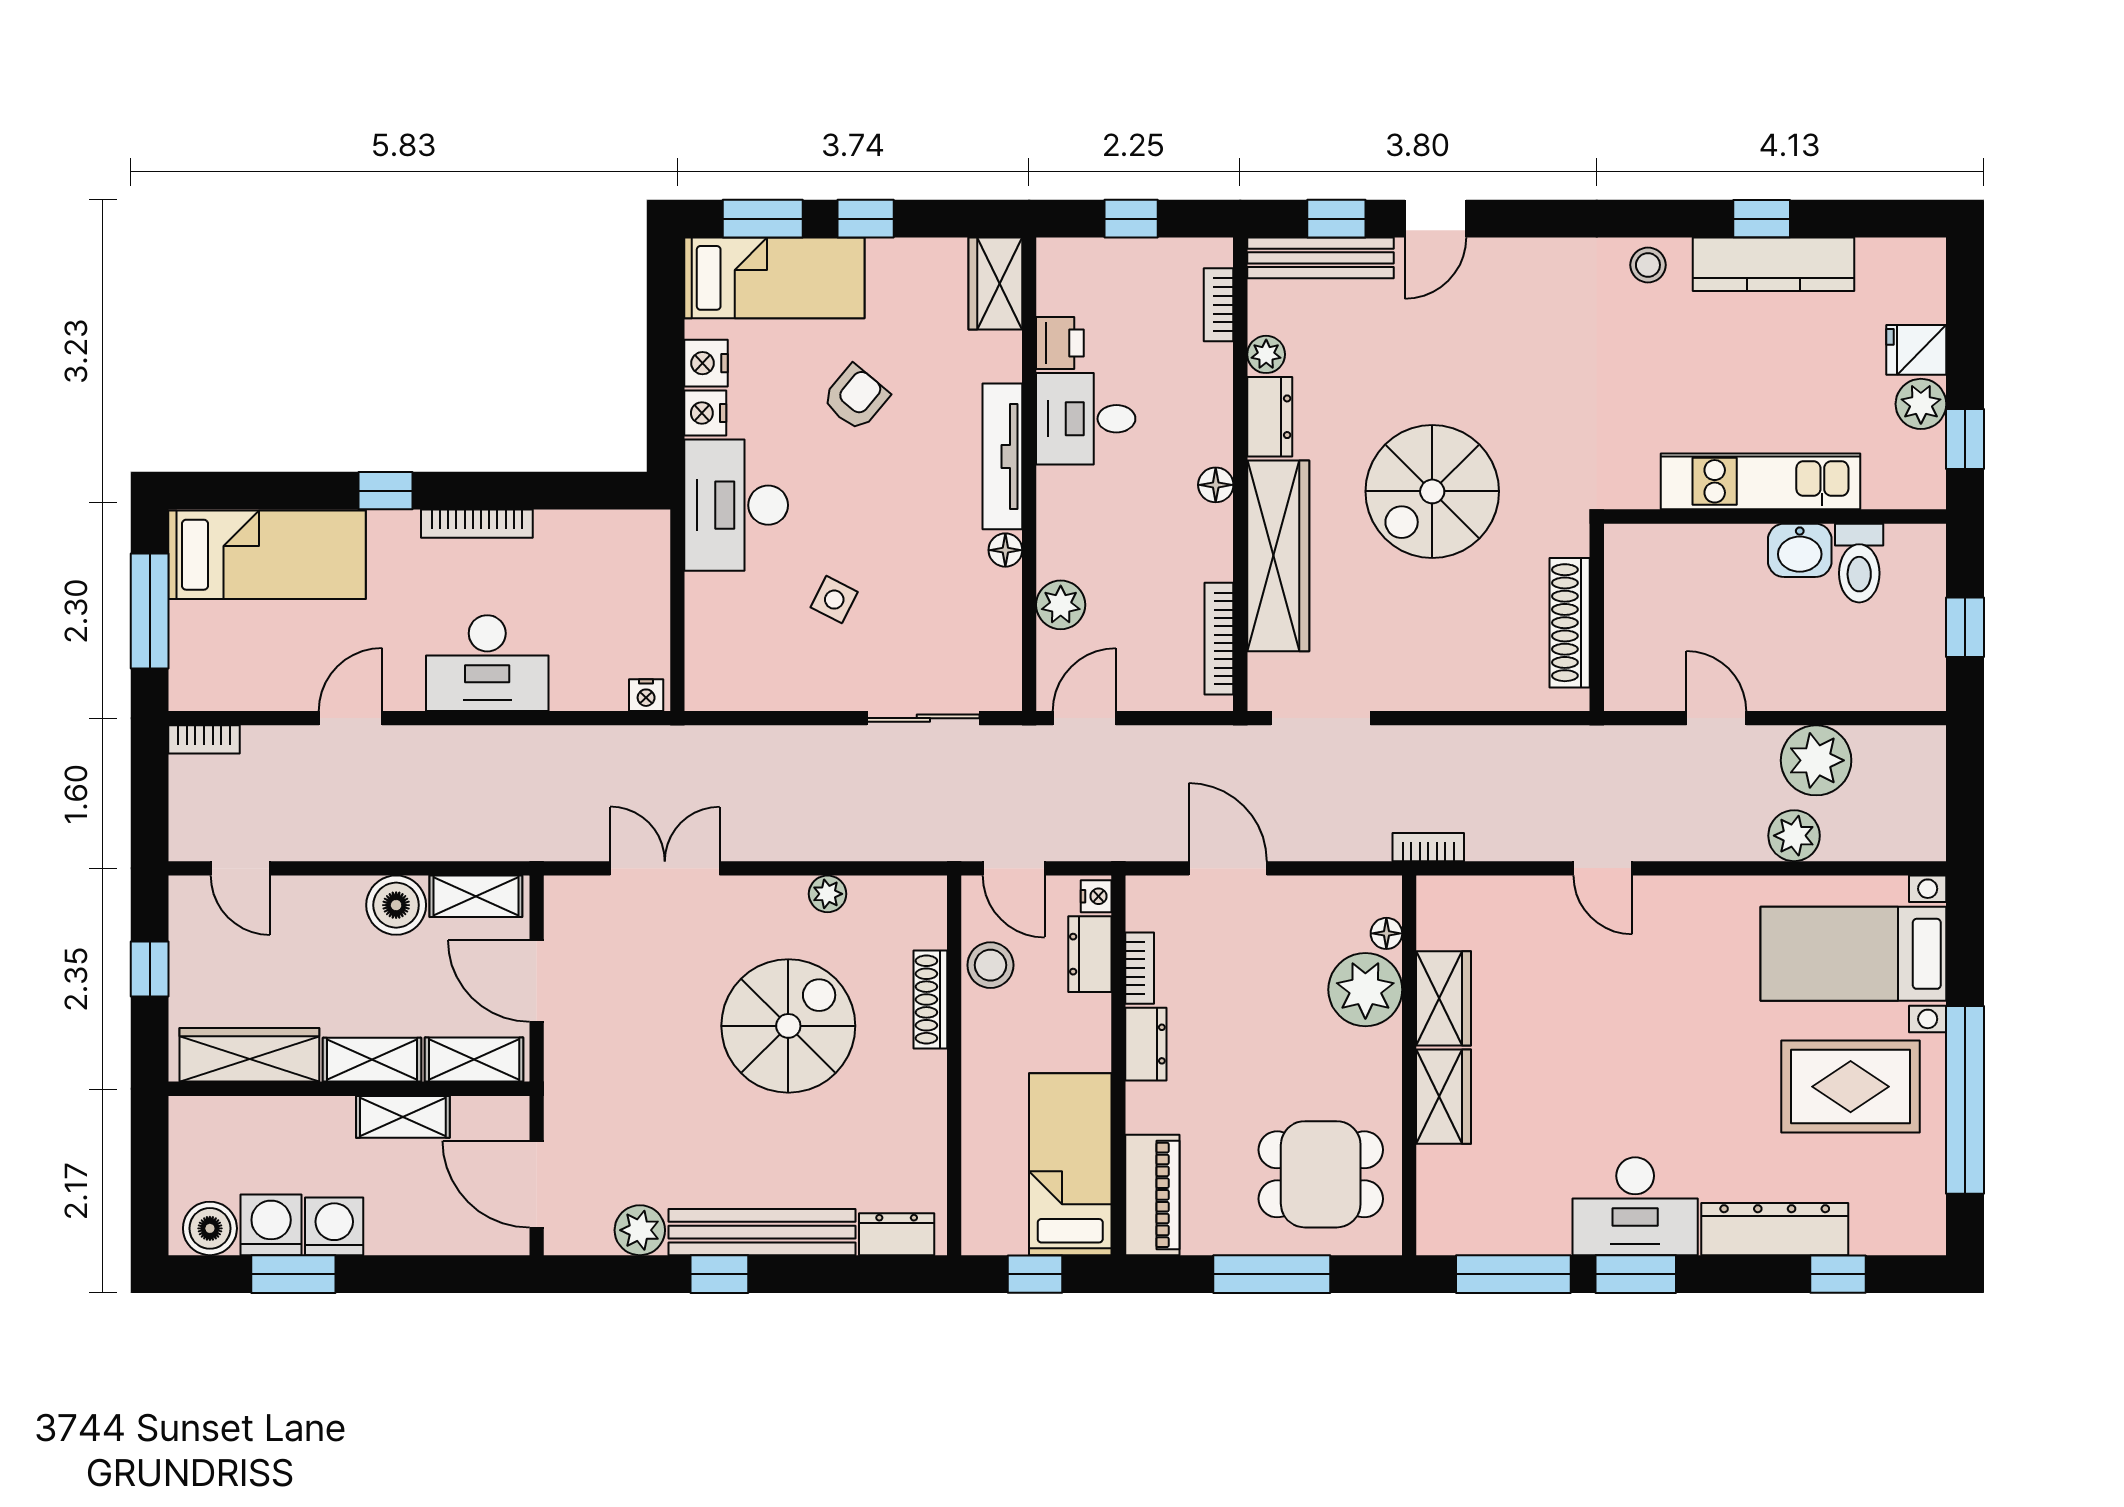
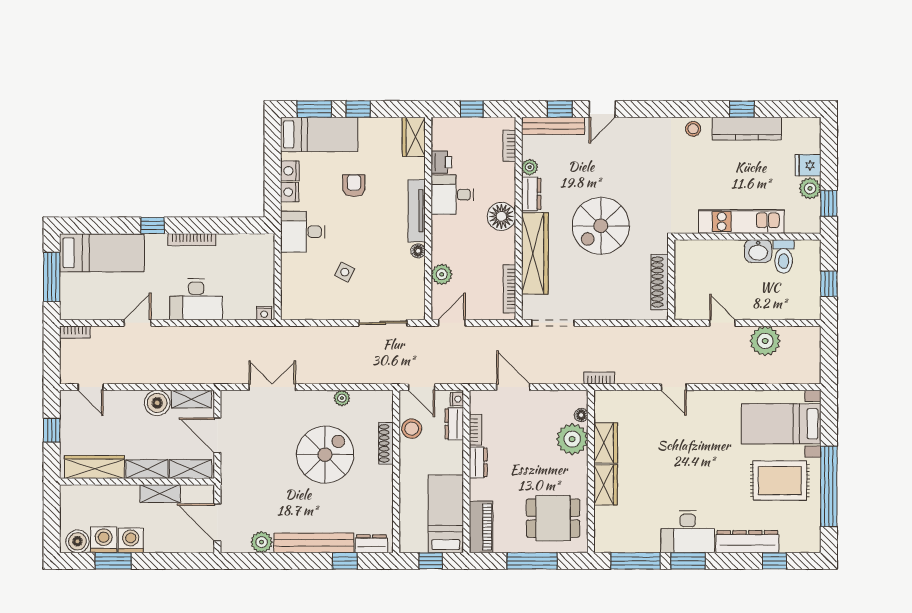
armchair: (856, 398) -> (354, 186), turned -40
floor lamp: (1216, 485) -> (501, 216), width x1.89, depth x1.89
desk: (736, 505) -> (303, 232), width x0.73
plant: (1794, 836) -> (756, 373), removed
window: (719, 1274) -> (345, 561), moved

